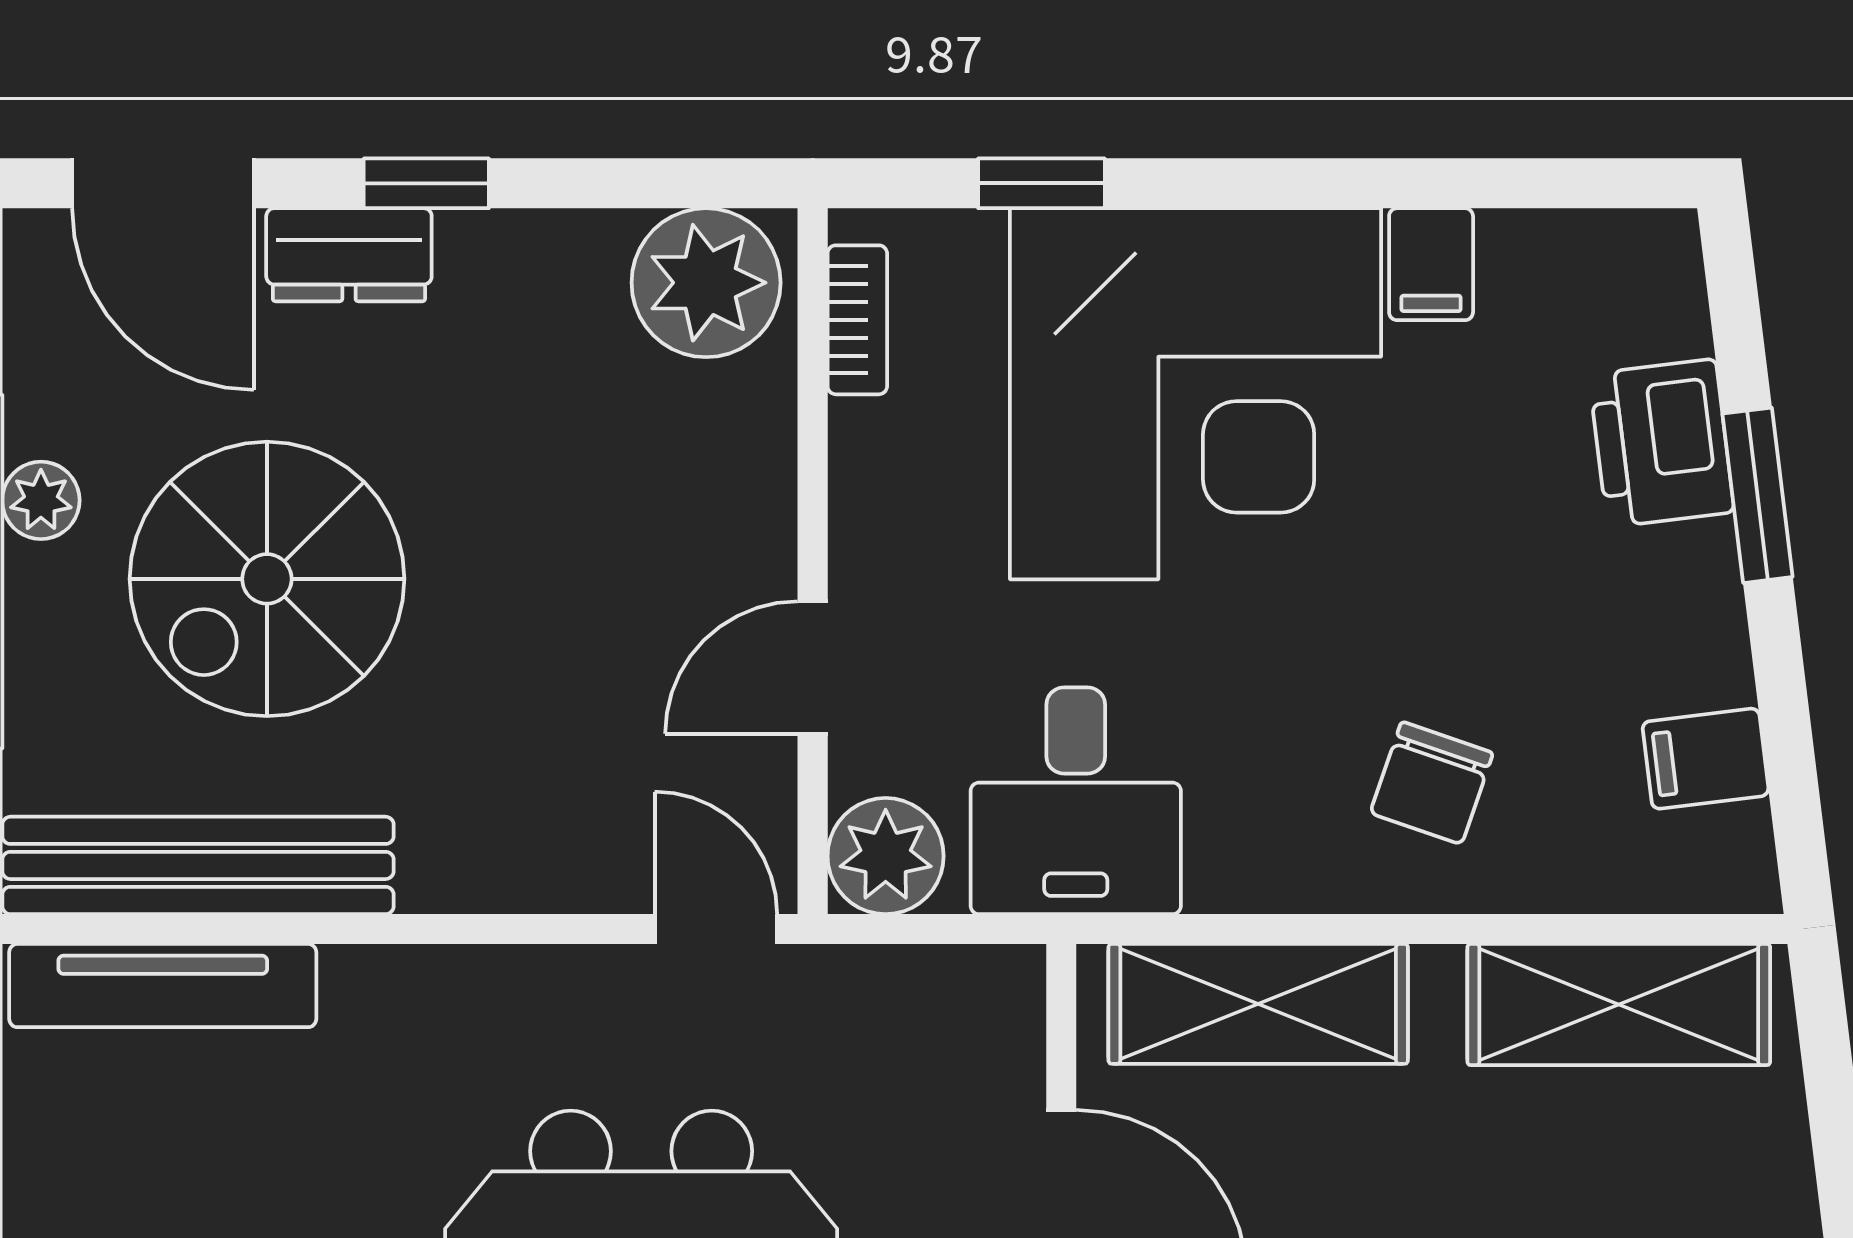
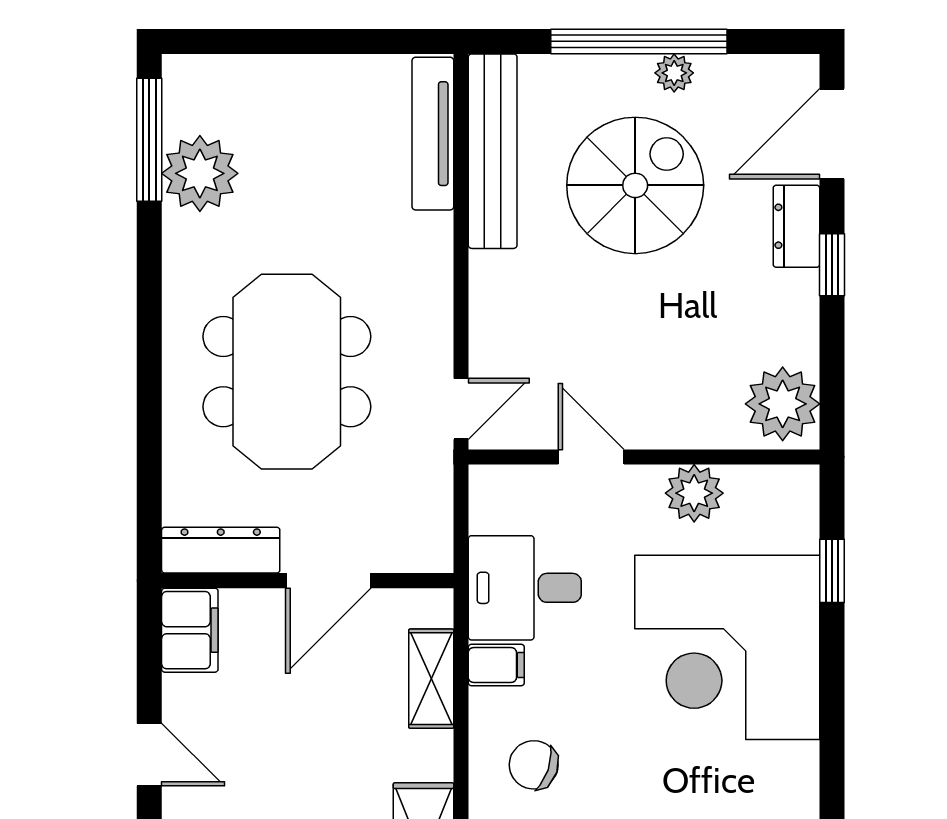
filing cabinet: (1431, 264) -> (496, 665), moved, turned 180
bookcase: (857, 320) -> (764, 479), removed
spiral stairs: (267, 579) -> (635, 185), turned 90
plant: (886, 856) -> (694, 493), moved
shelving: (1258, 1004) -> (431, 679), width x0.67, depth x0.75

